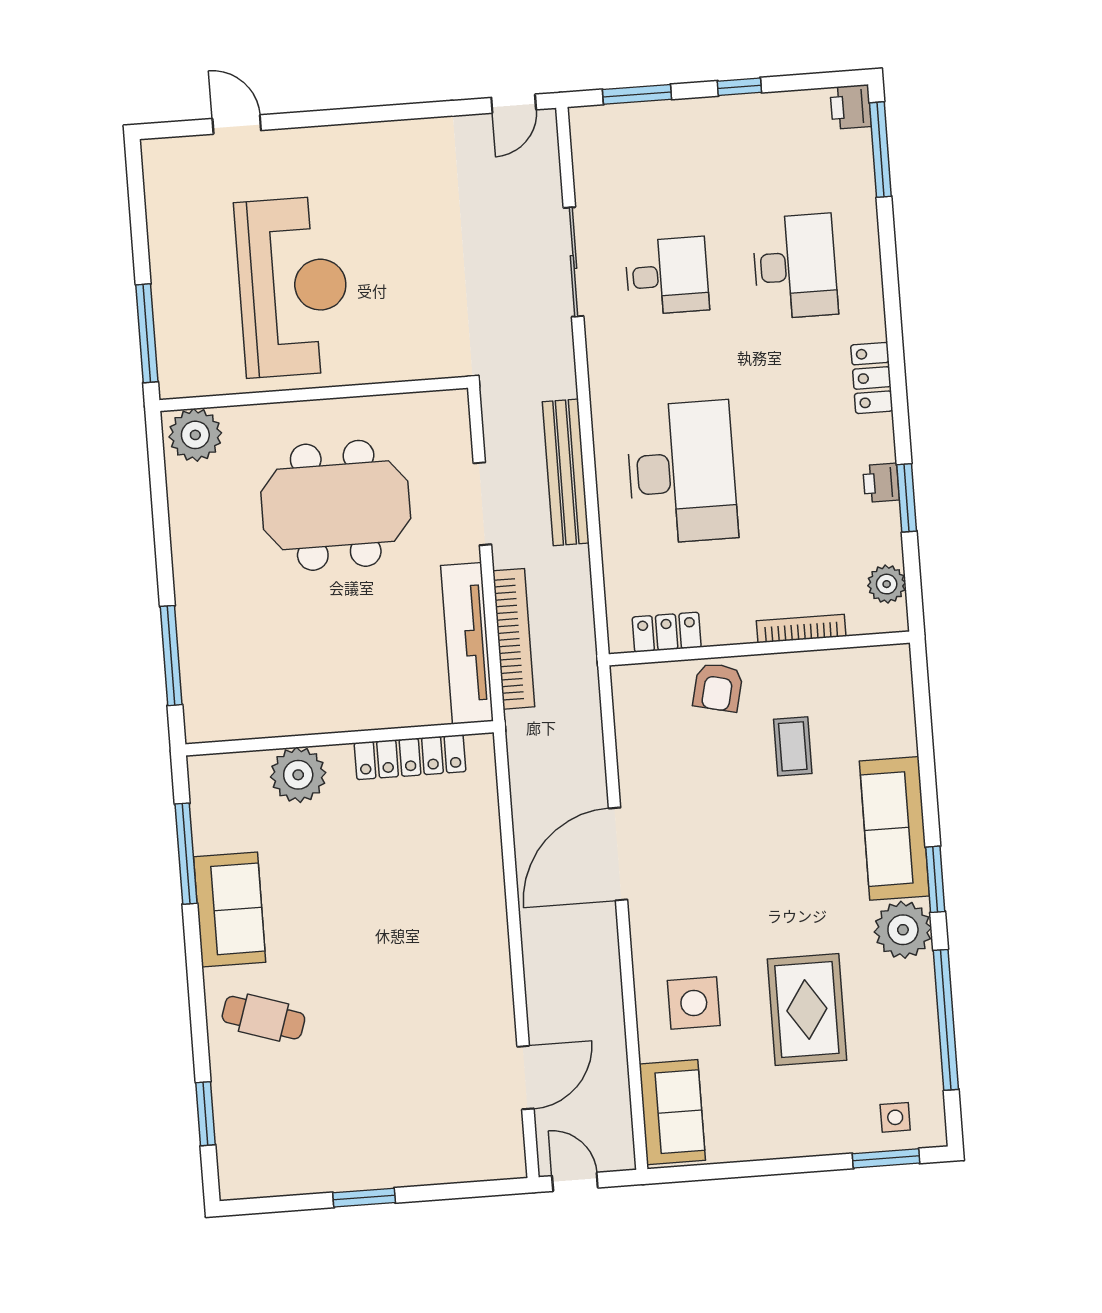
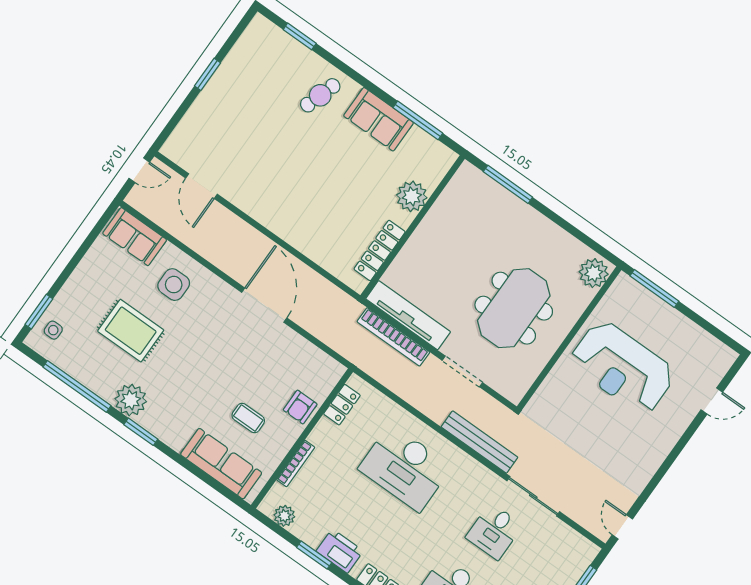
bench: (566, 472) -> (480, 442), moved
printer: (881, 483) -> (340, 551), width x1.87, depth x1.48
armchair: (718, 687) -> (300, 407), turned -103
sofa: (894, 828) -> (221, 464), moved

